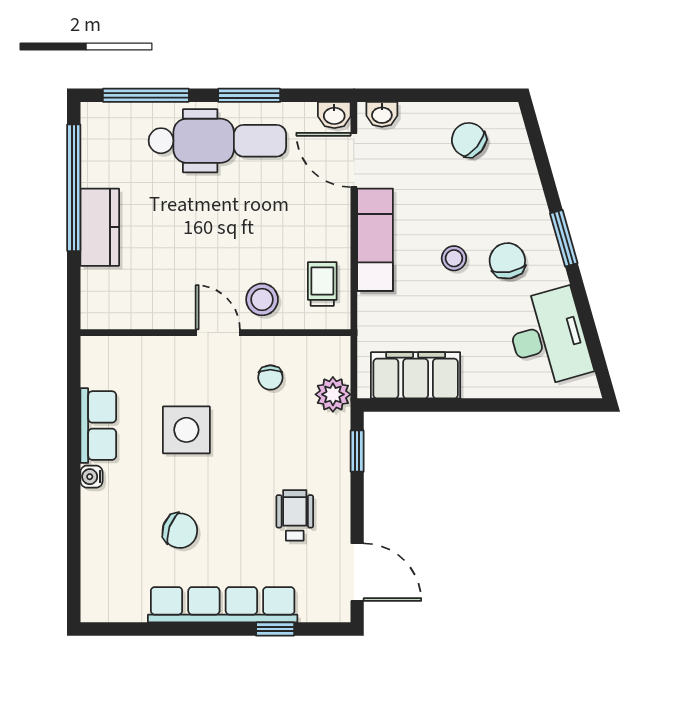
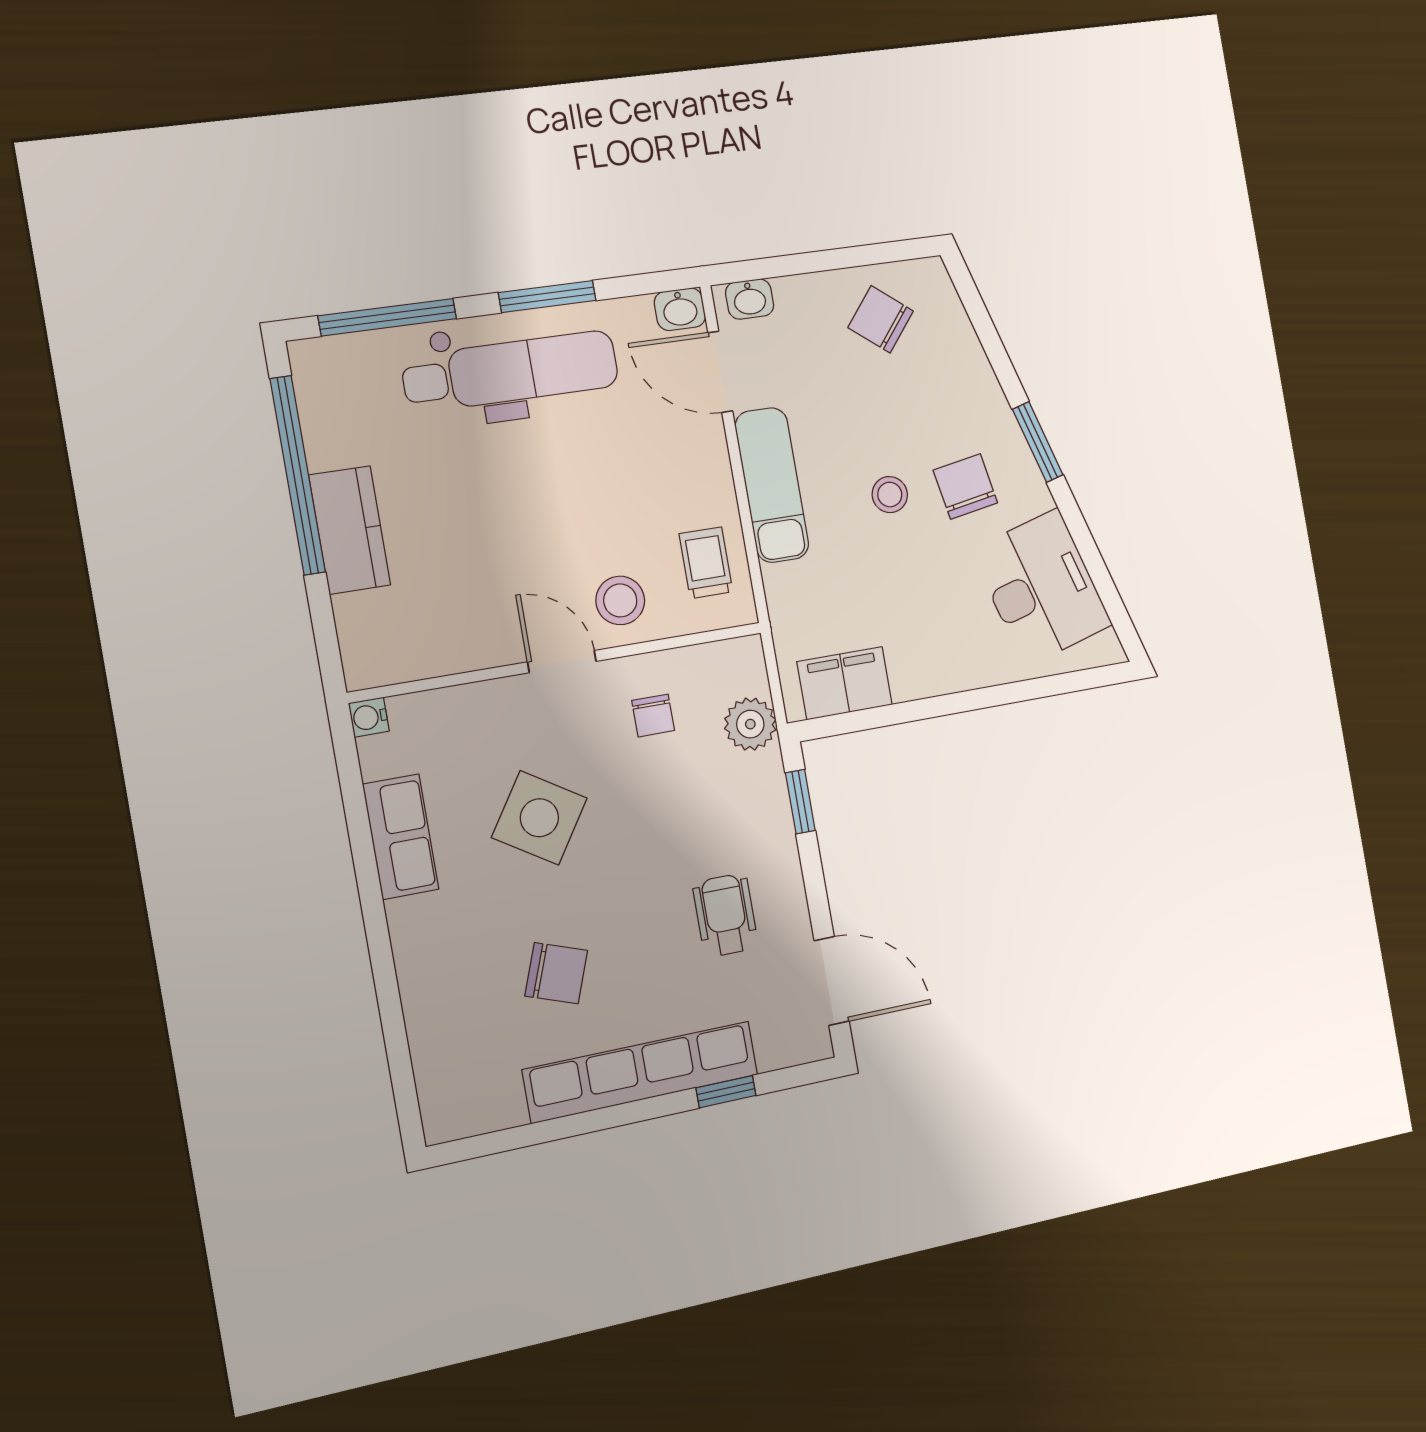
filing cabinet: (416, 375) -> (845, 683), width x0.67, depth x0.86
side table: (186, 430) -> (539, 818), turned 33
water cooler: (91, 477) -> (369, 717), moved

